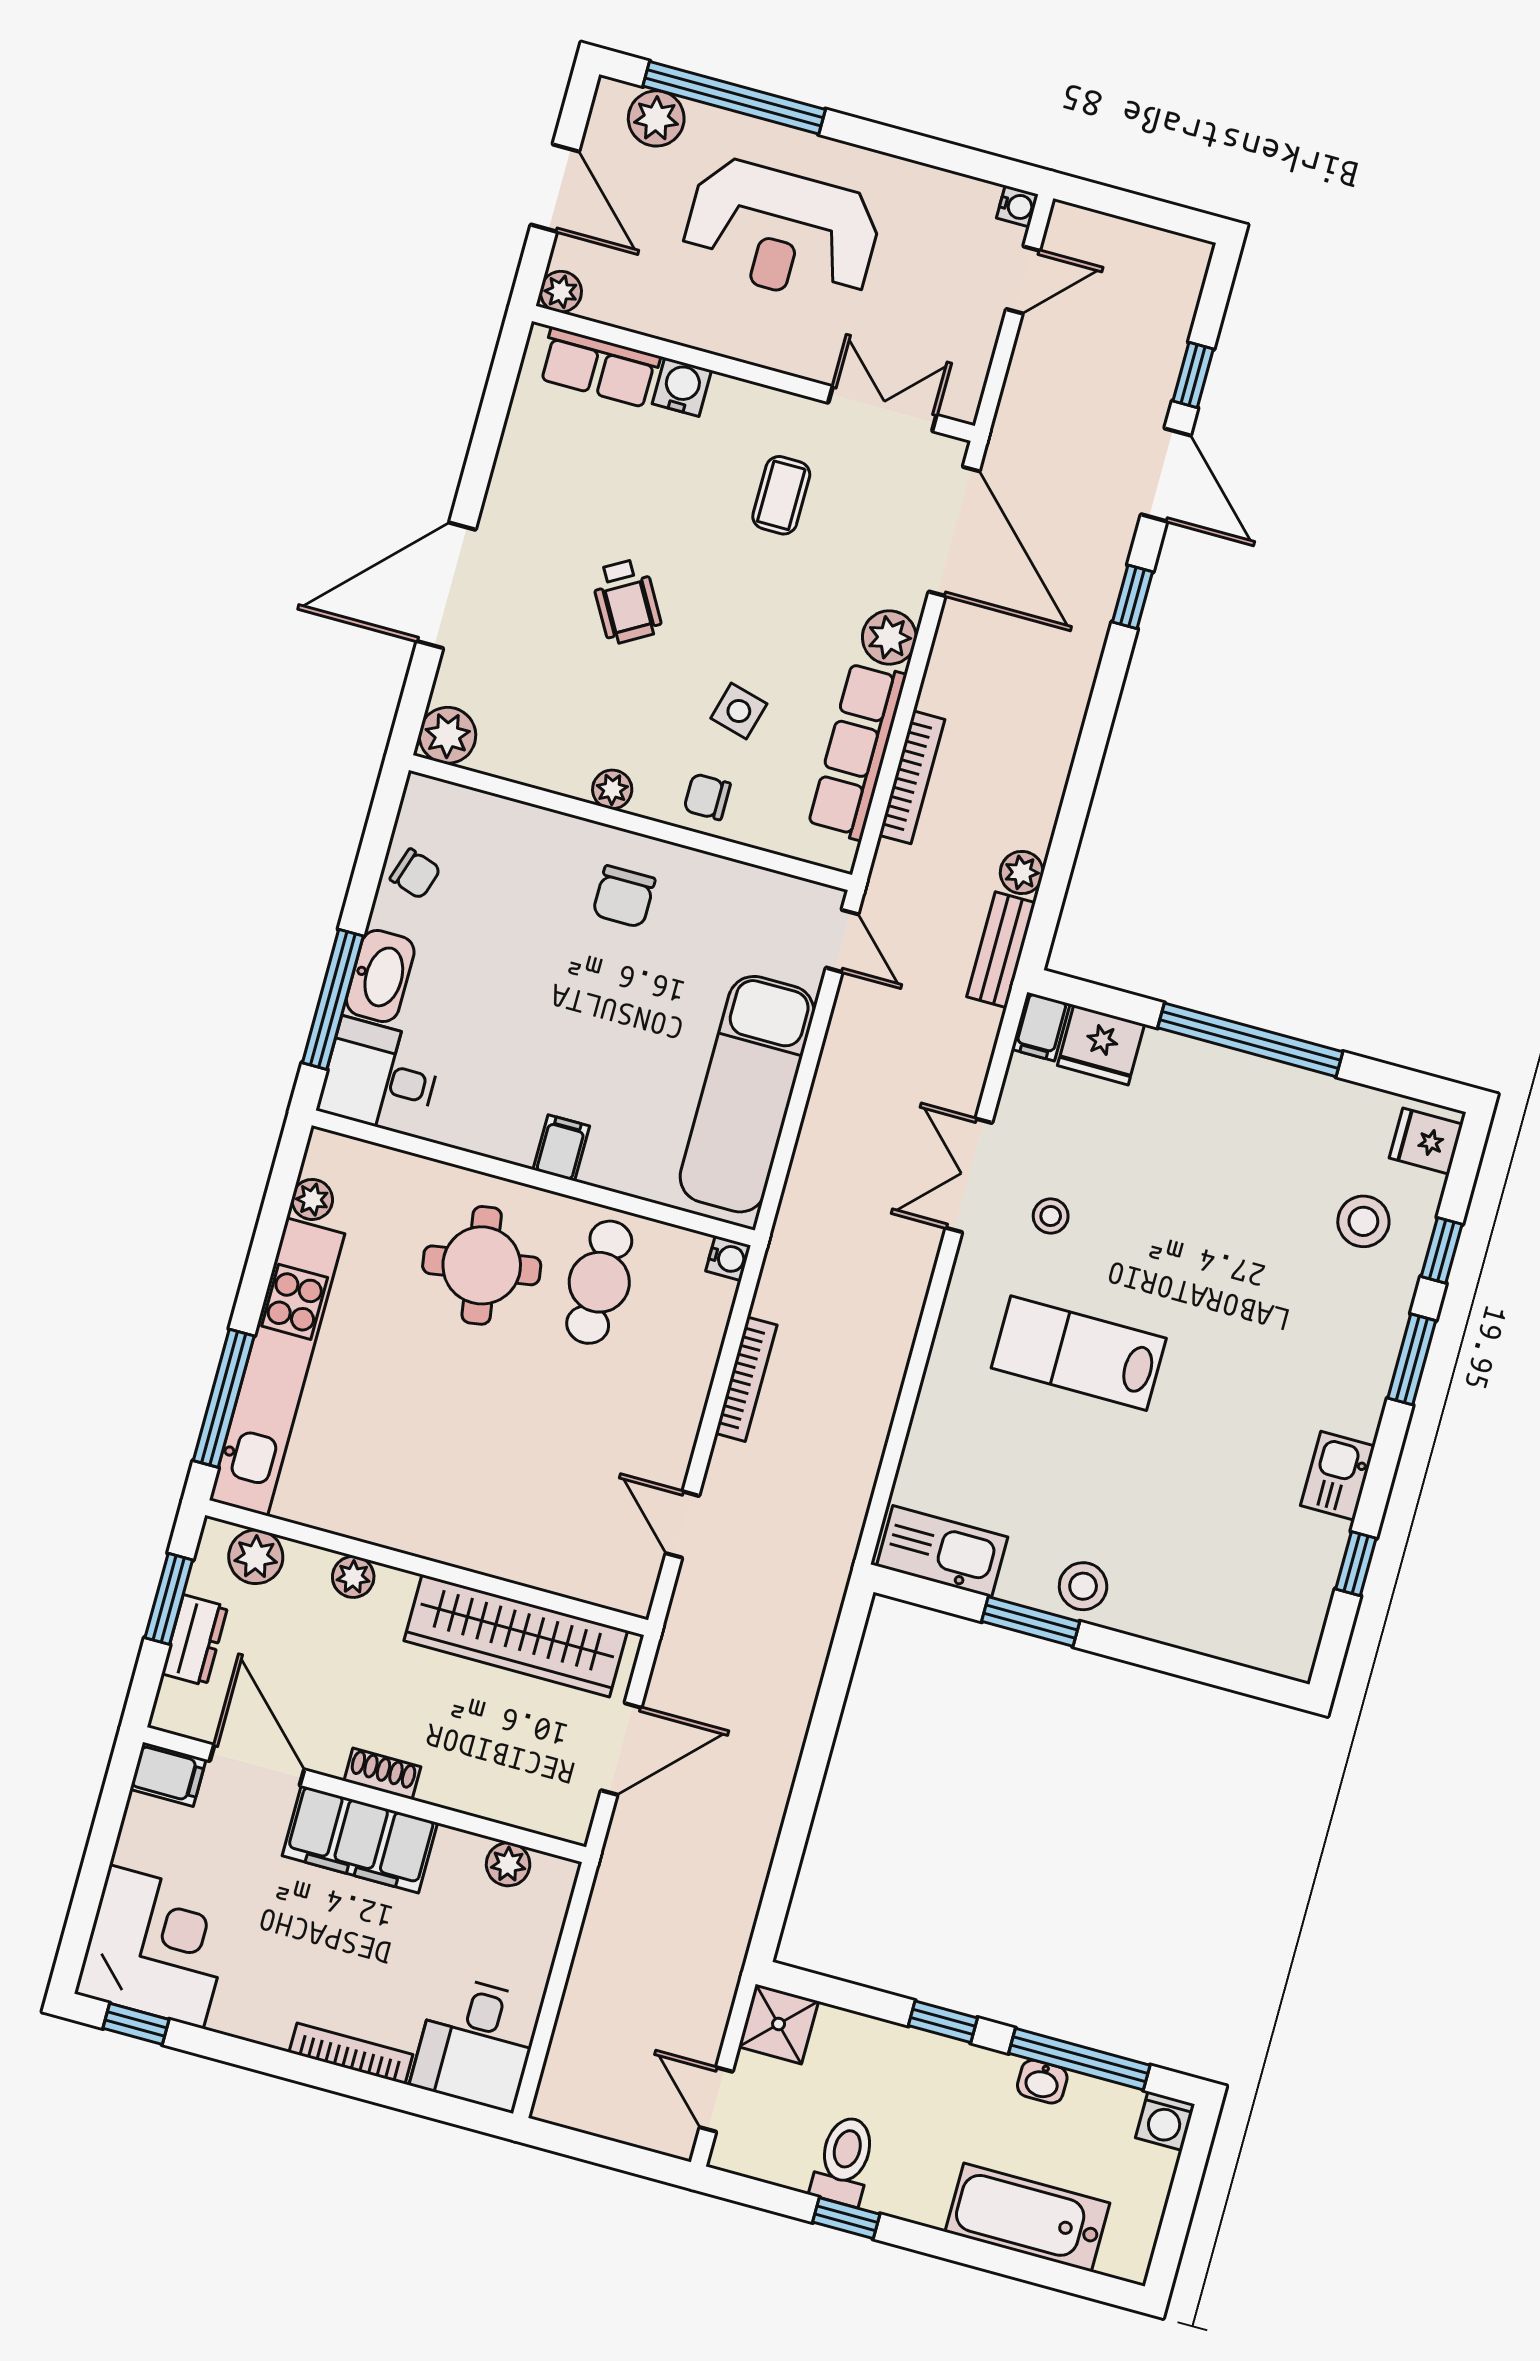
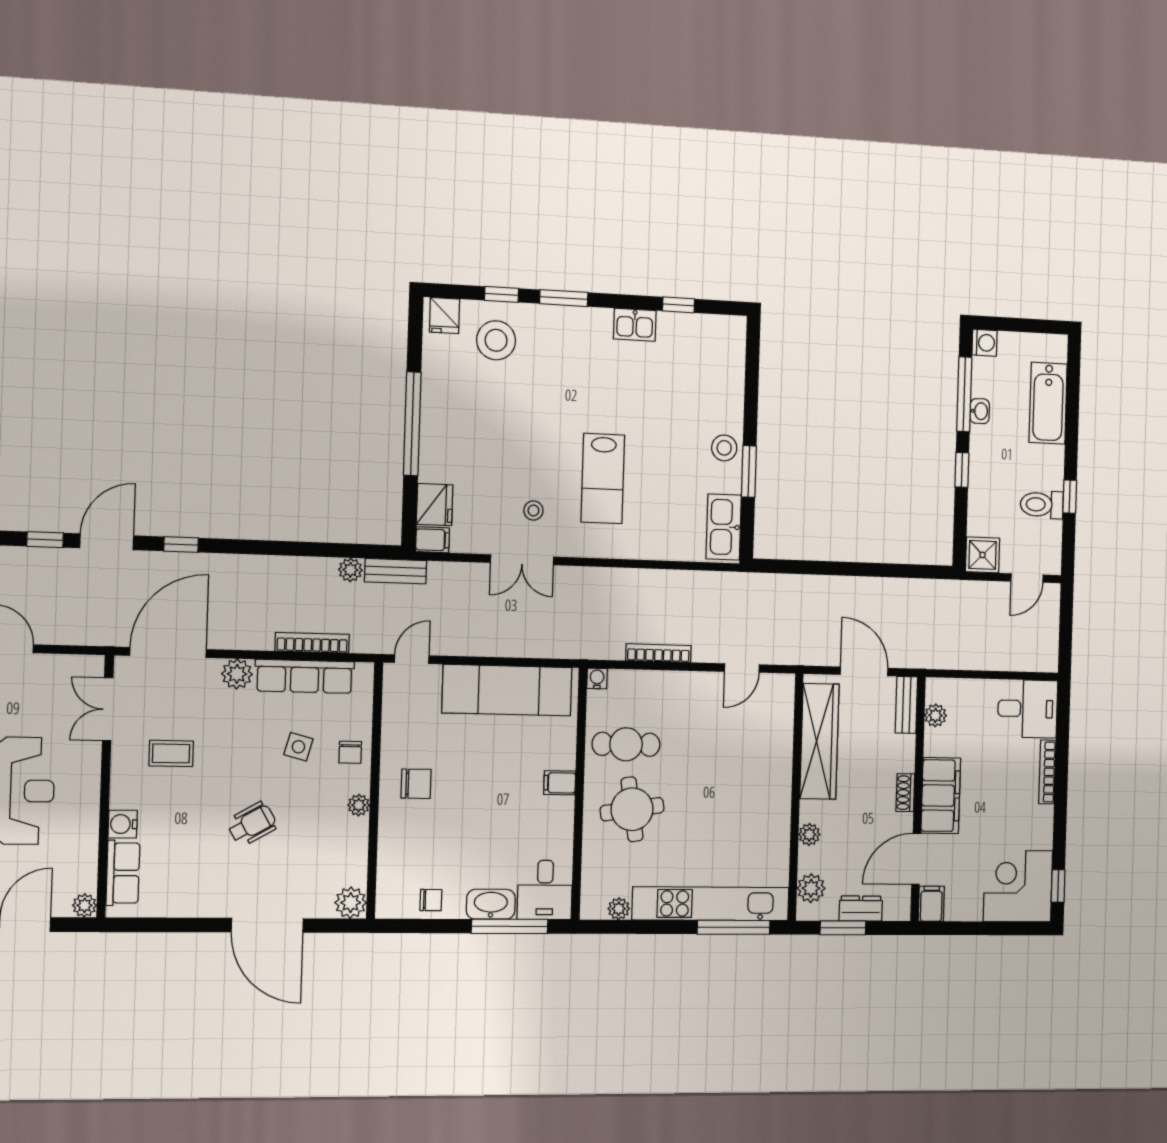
chair: (415, 874) -> (431, 900), turned 72
stool: (1363, 1221) -> (496, 340), width x1.38, depth x1.38
bench: (541, 1814) -> (906, 705), added

